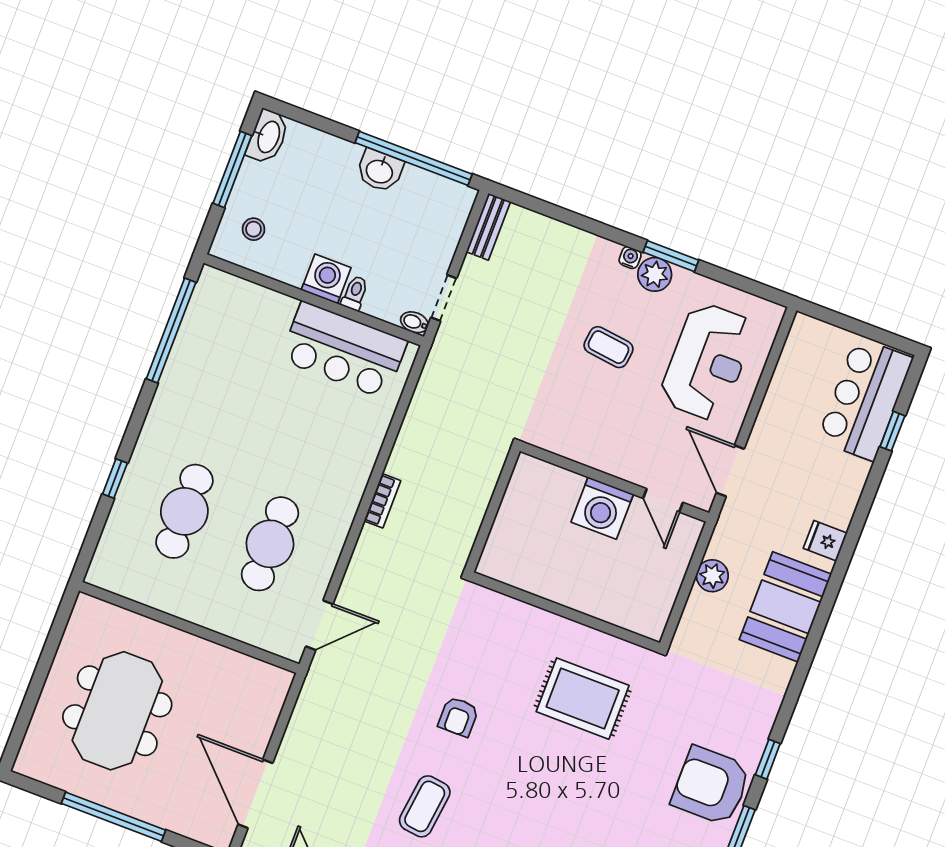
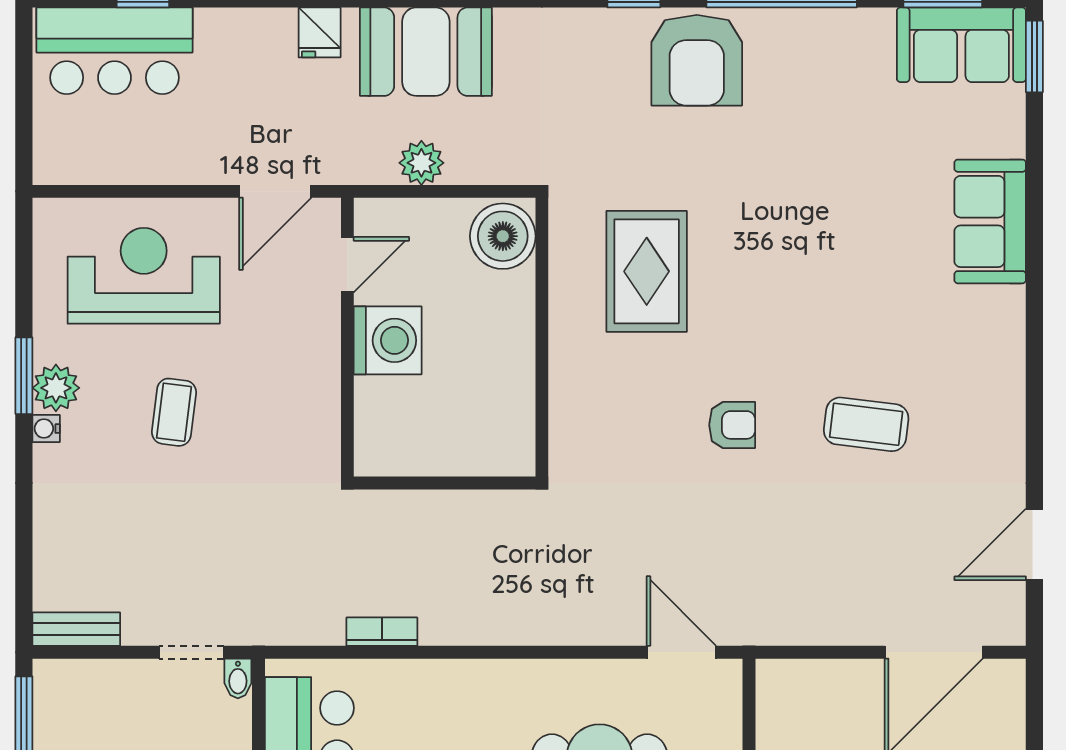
bookcase: (382, 501) -> (382, 632), moved
boiler: (643, 611) -> (503, 236), added

